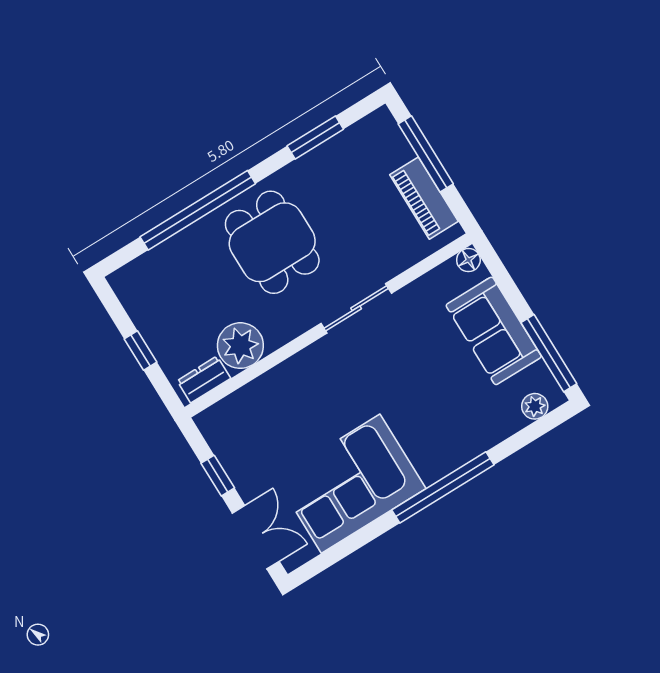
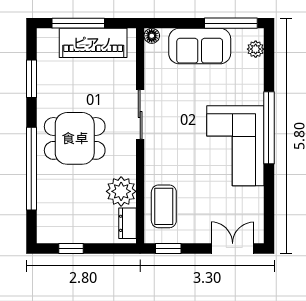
piano: (424, 198) -> (93, 43), width x1.37, depth x1.33
window: (141, 351) -> (71, 248), moved
coffee table: (255, 413) -> (164, 206), added
window: (218, 476) -> (168, 248), moved
corner sofa: (351, 484) -> (235, 146), moved

